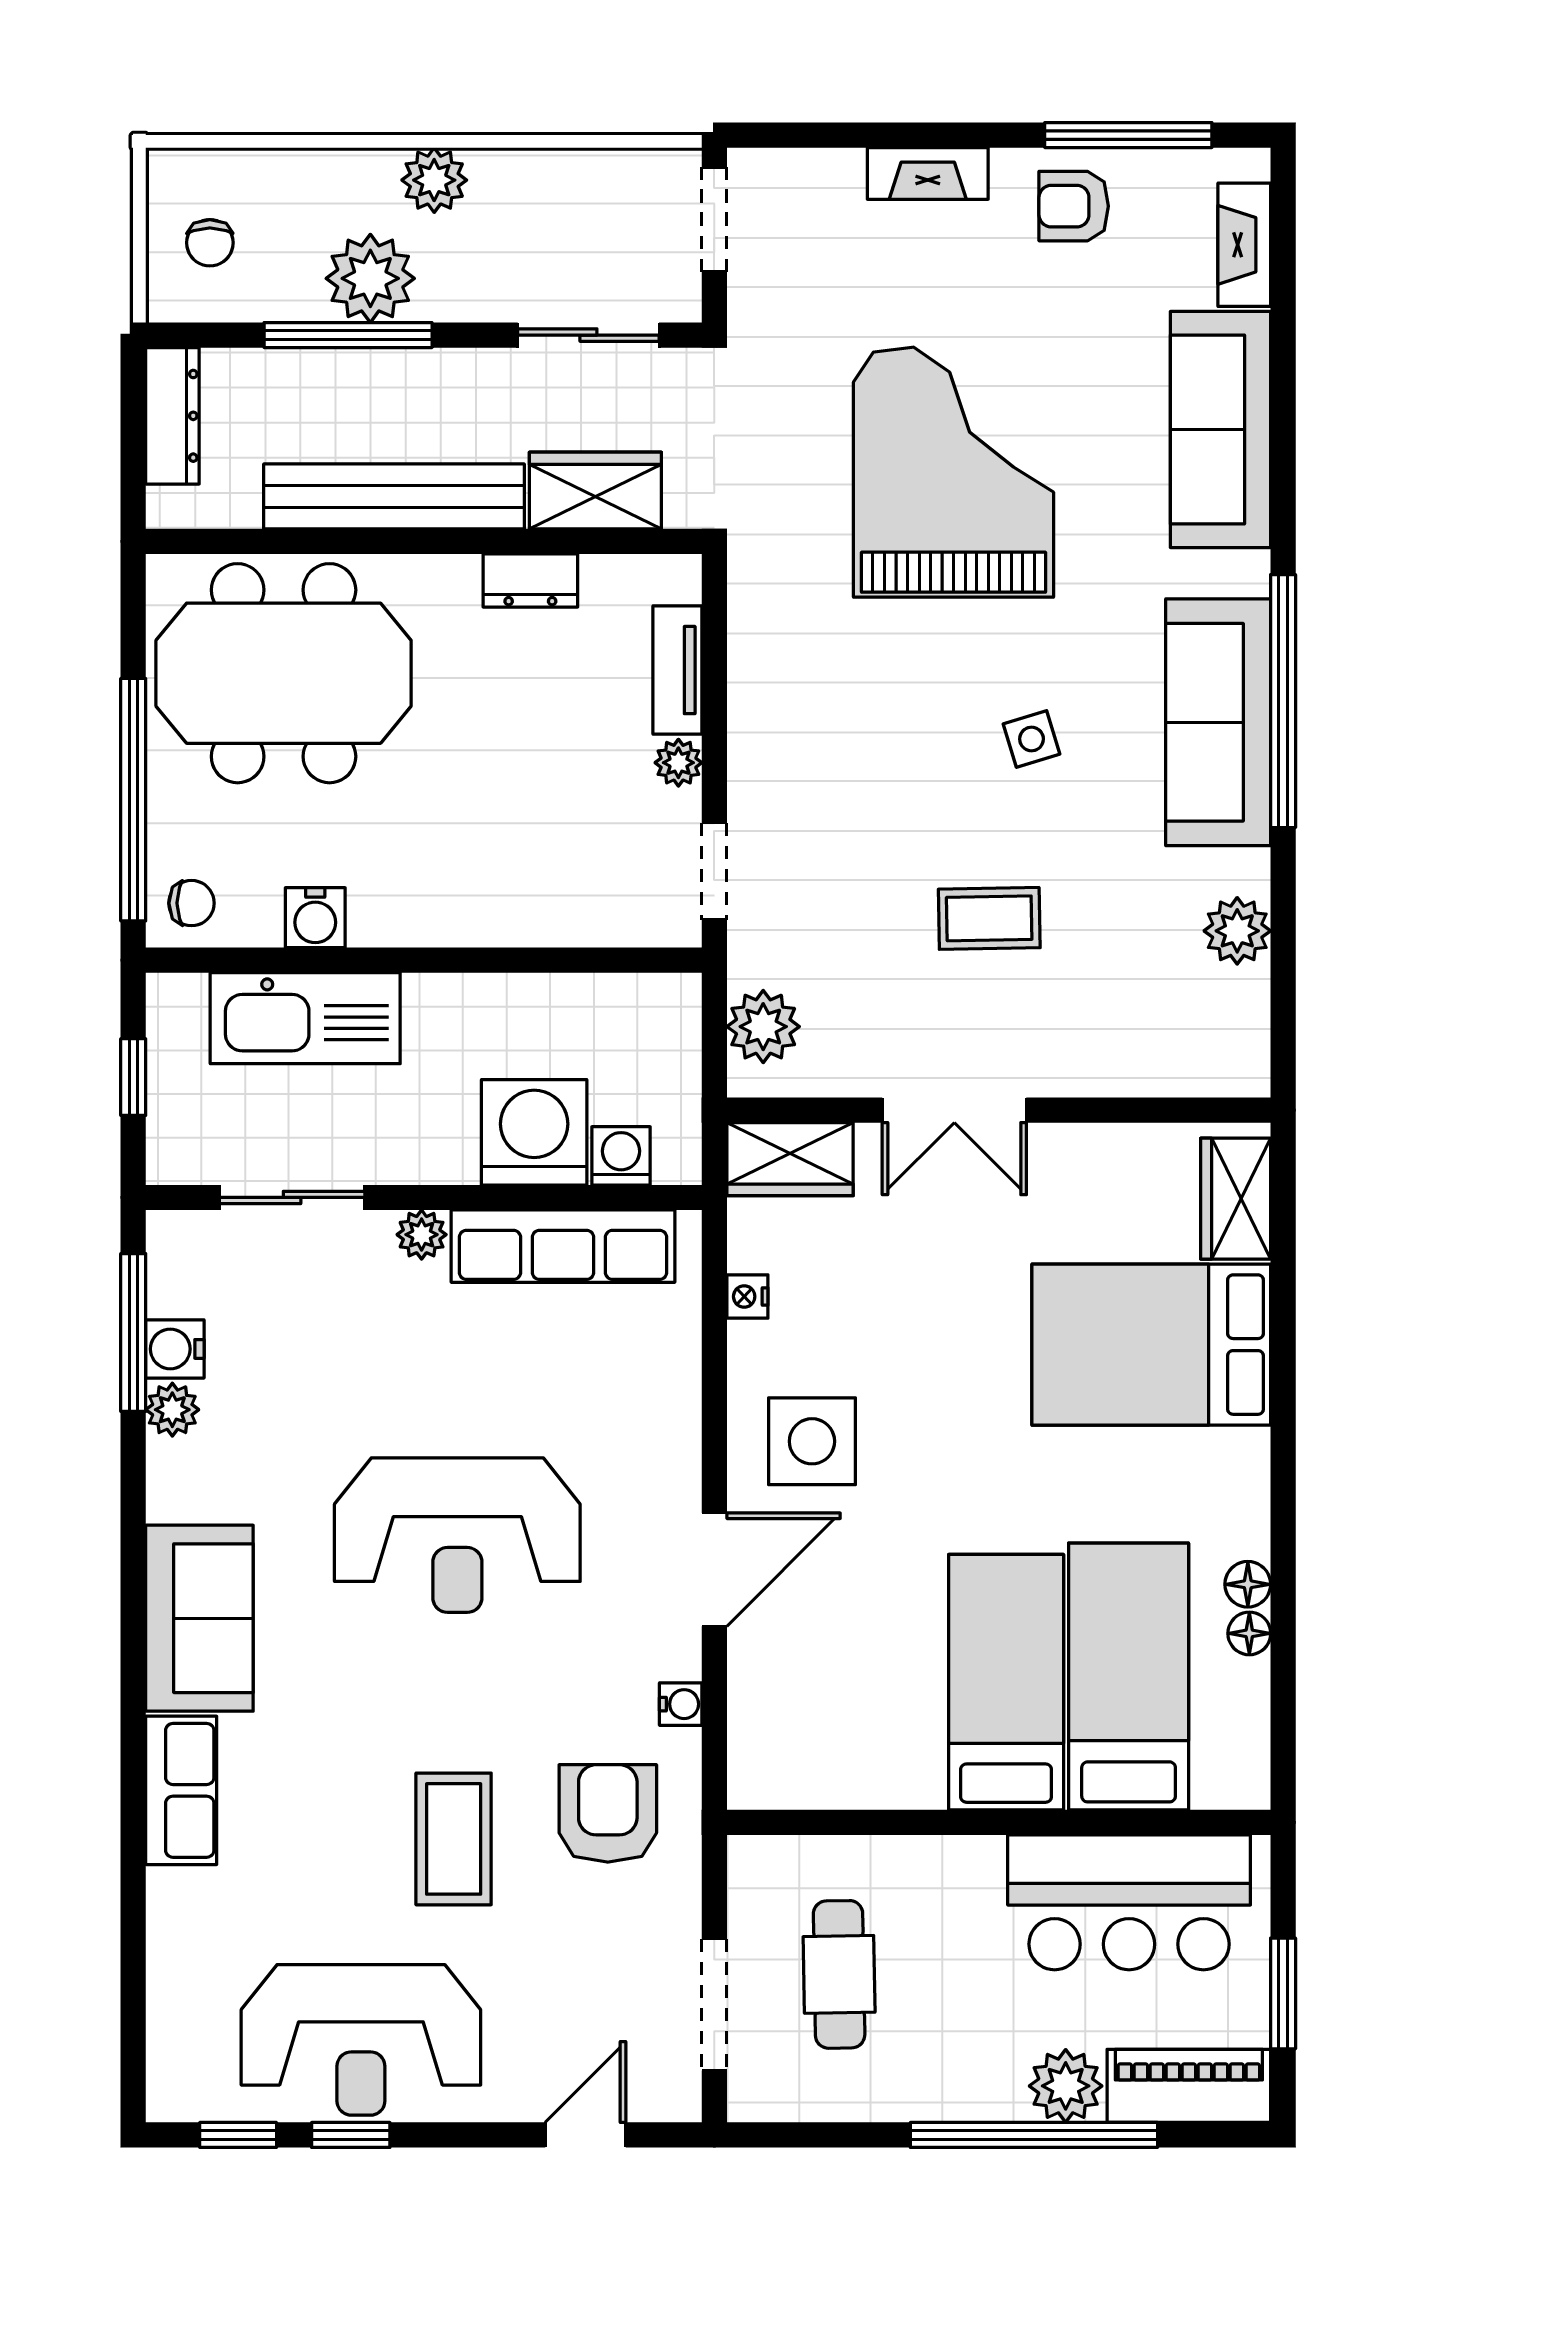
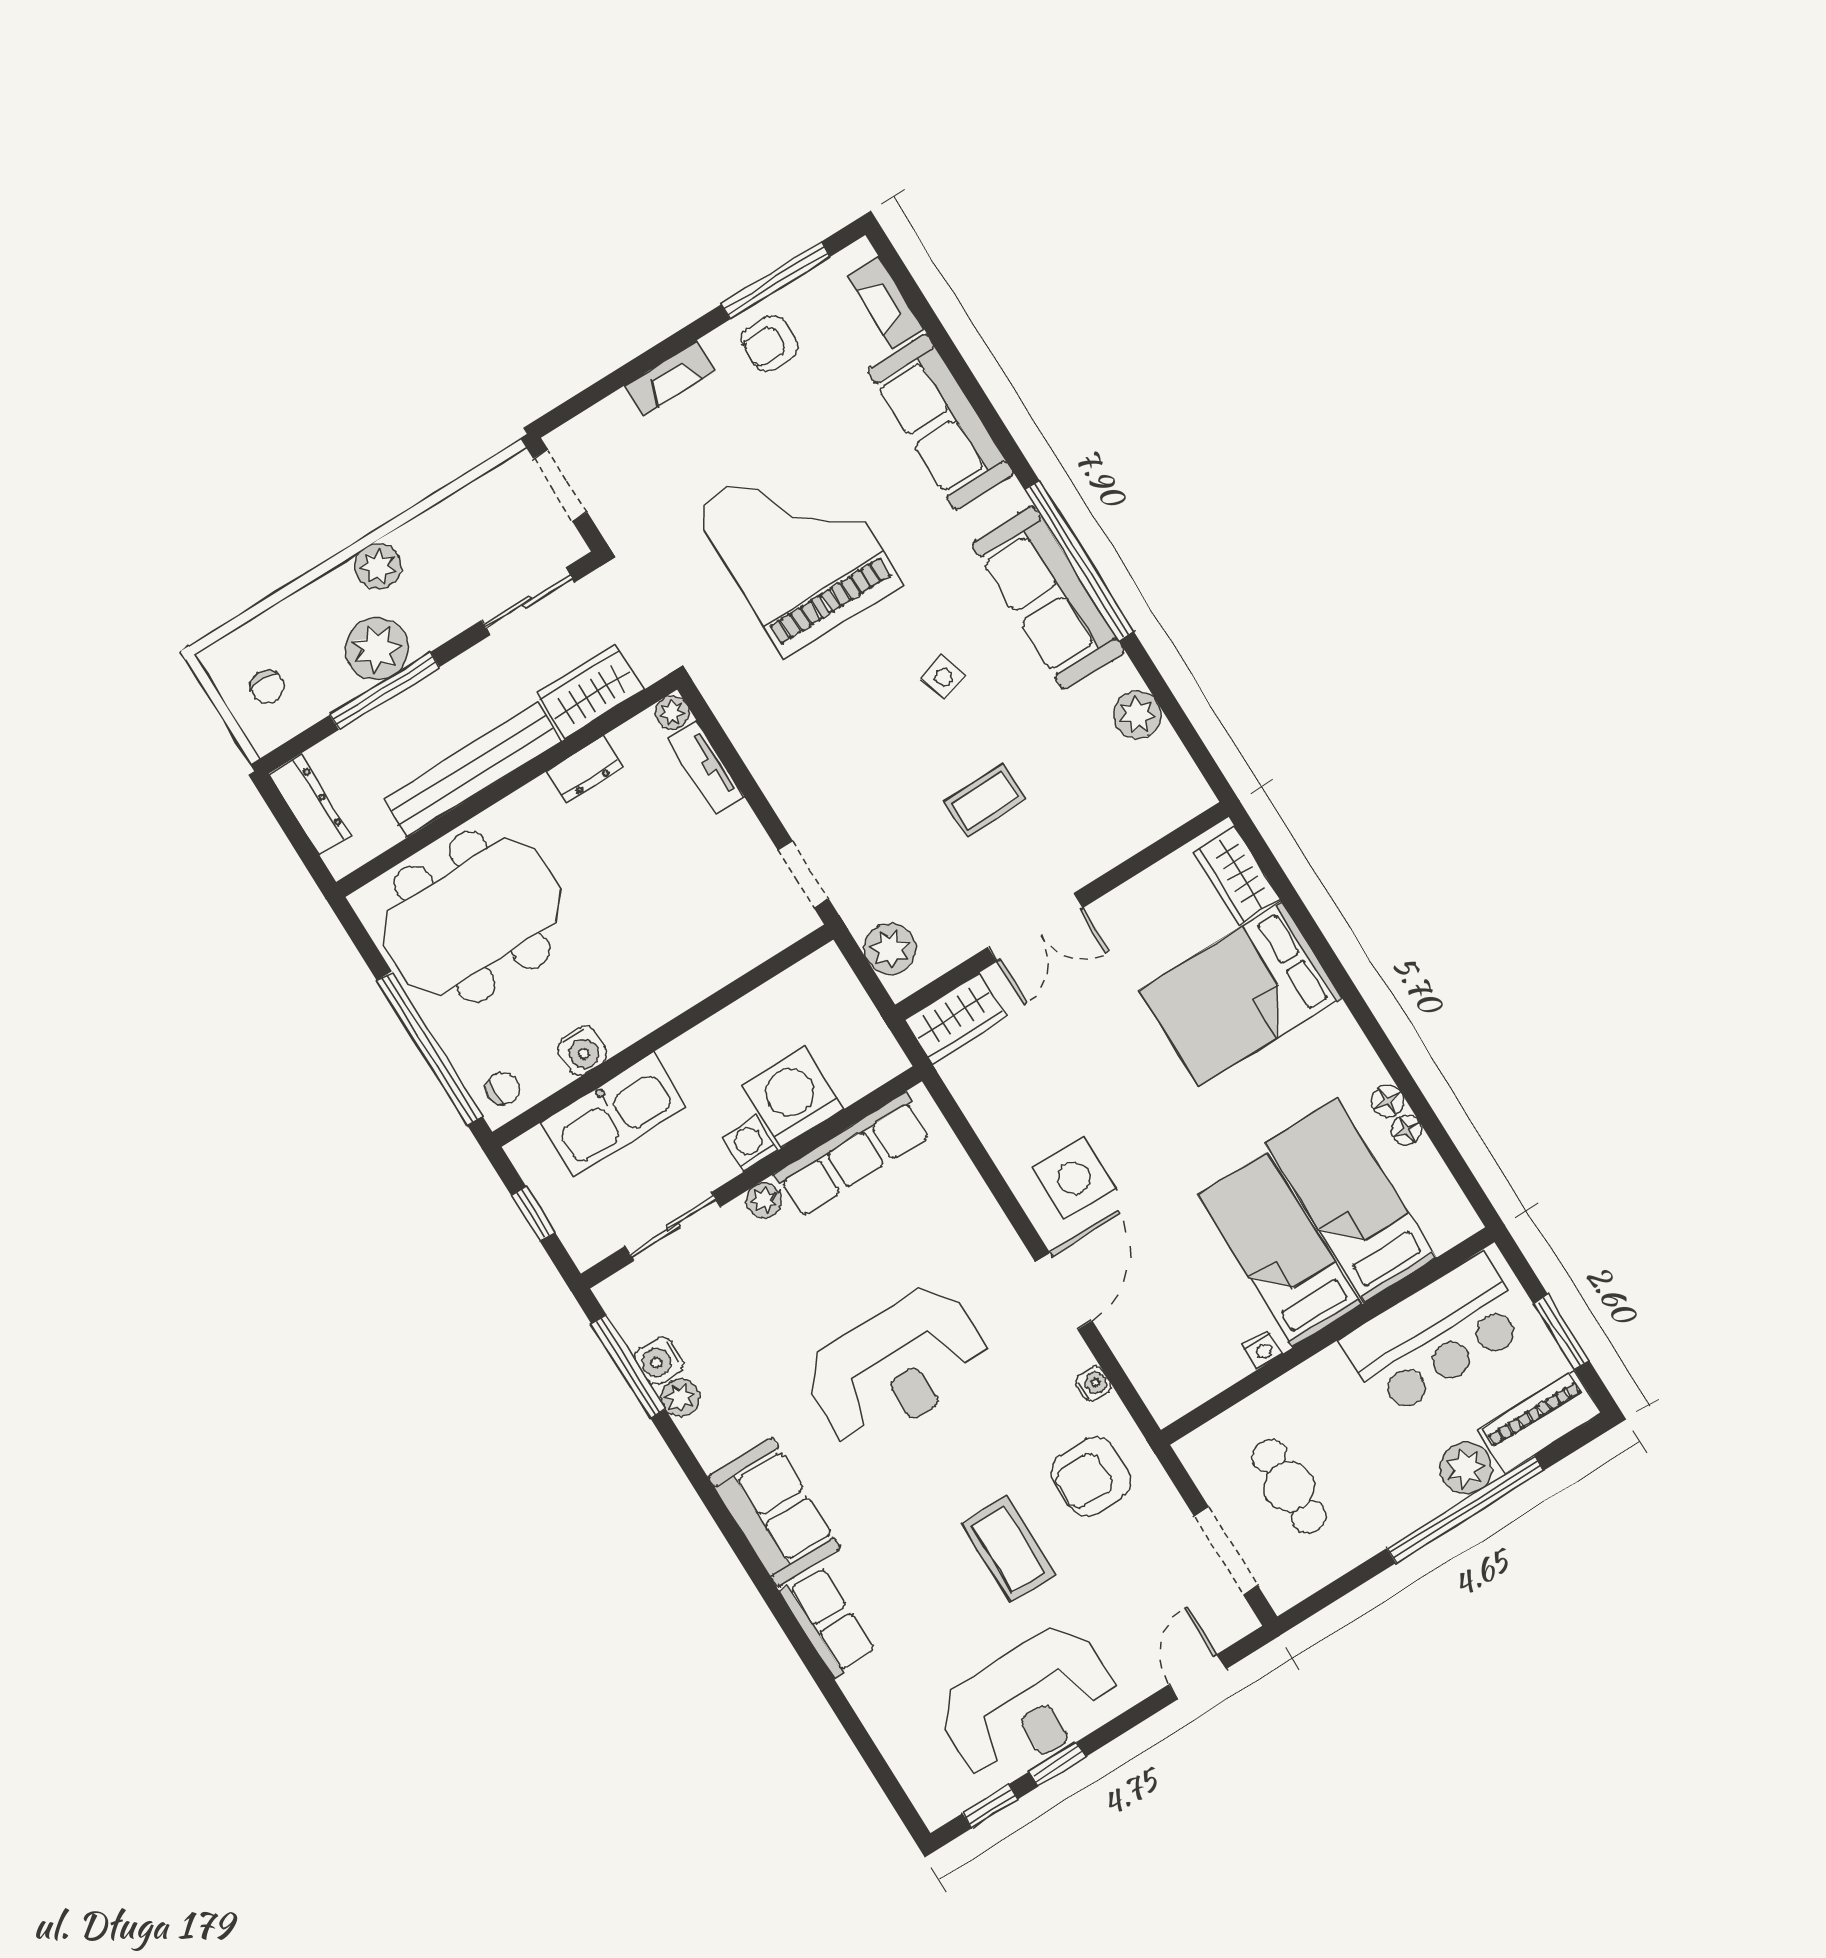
plant: (678, 763) -> (672, 712), moved
washing machine: (621, 1156) -> (750, 1144), moved
nightstand: (747, 1296) -> (1262, 1349), moved, turned -90
armchair: (608, 1813) -> (1091, 1476), turned -90

